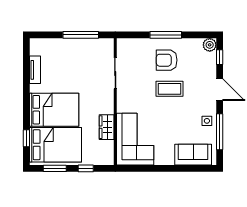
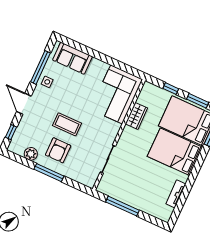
plant: (210, 45) -> (31, 154), moved
armchair: (167, 60) -> (58, 150), turned 90

